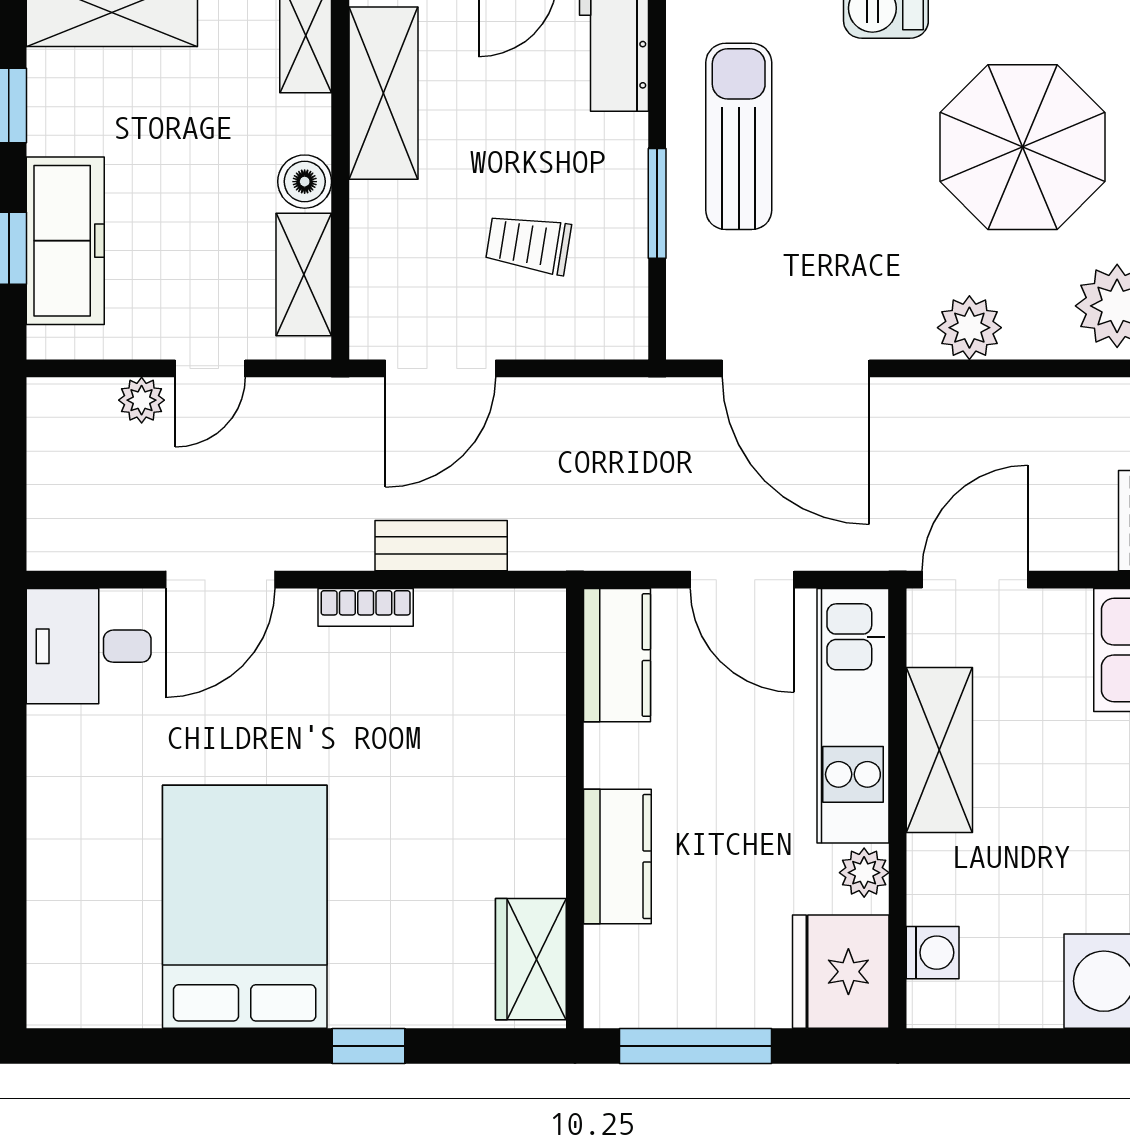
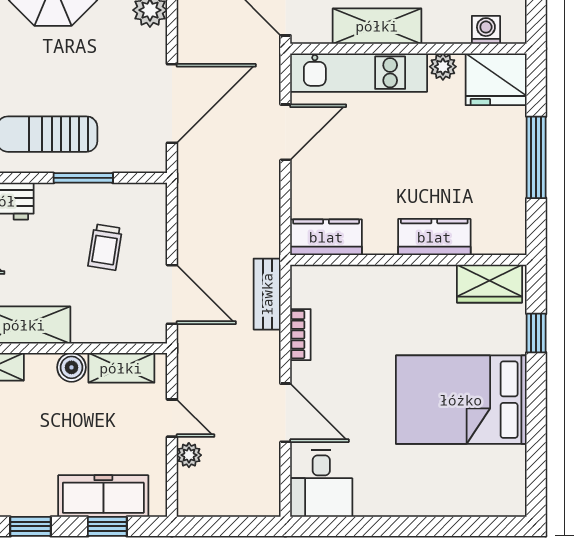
kitchen counter: (617, 655) -> (326, 237), moved
wall: (575, 808) -> (408, 260), moved
kitchen counter: (617, 857) -> (434, 237), moved
wardrobe: (531, 959) -> (489, 284), moved

